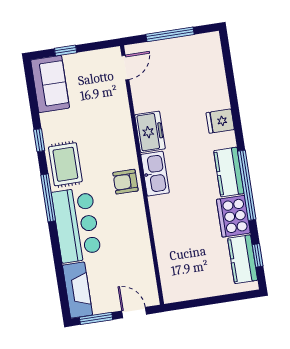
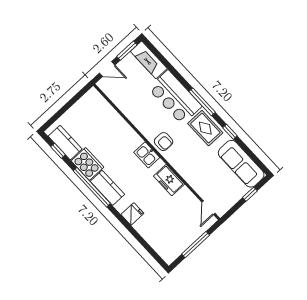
sofa: (50, 84) -> (241, 164), width x1.36
kitchen sink: (155, 174) -> (147, 155), width x0.73
armchair: (125, 182) -> (164, 142), turned 90

